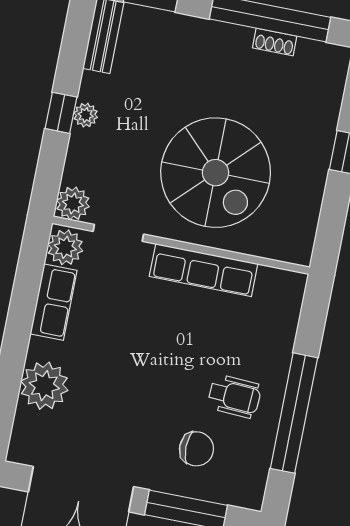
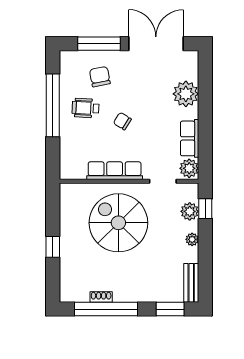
window: (61, 113) -> (205, 209), moved
plant: (73, 203) -> (190, 211), moved
chair: (171, 359) -> (122, 121), added
chair: (196, 449) -> (100, 77), turned 79

